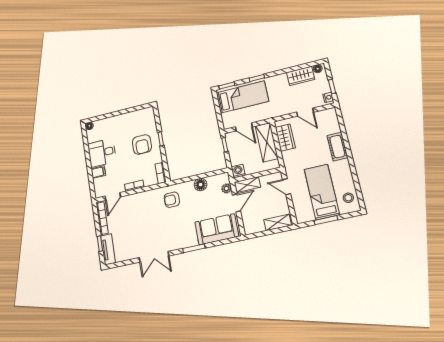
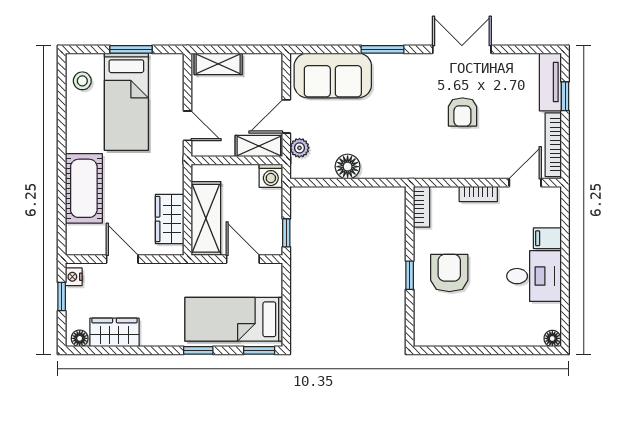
cot: (337, 147) -> (84, 188), width x1.37, depth x1.34
armchair: (172, 200) -> (462, 112), moved, turned 90

